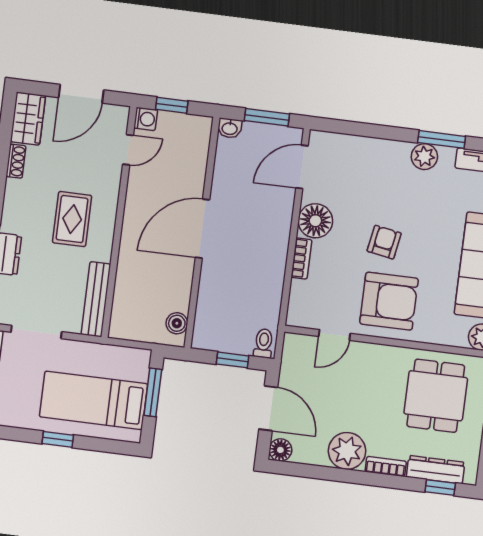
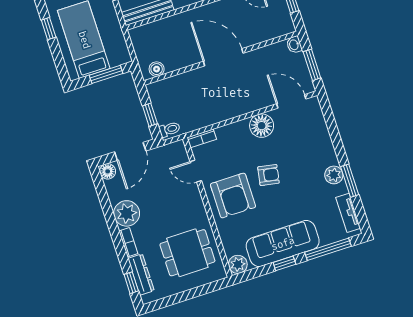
bookcase: (301, 258) -> (202, 138), moved

